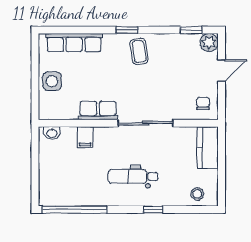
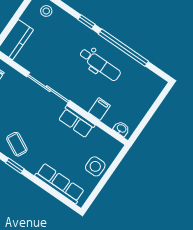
coffee table: (139, 51) -> (17, 144), turned -54
dental chair: (133, 176) -> (100, 64), moved
window: (75, 210) -> (123, 48), moved

